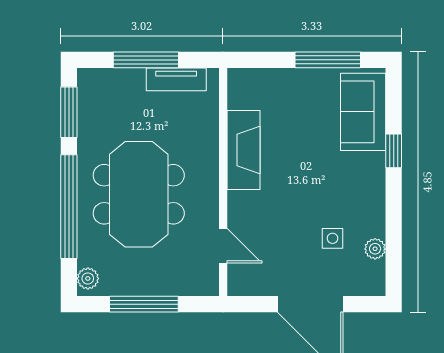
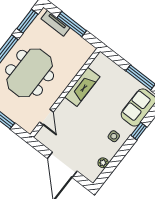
tv unit: (176, 79) -> (56, 23), moved
side table: (333, 238) -> (114, 136), moved

